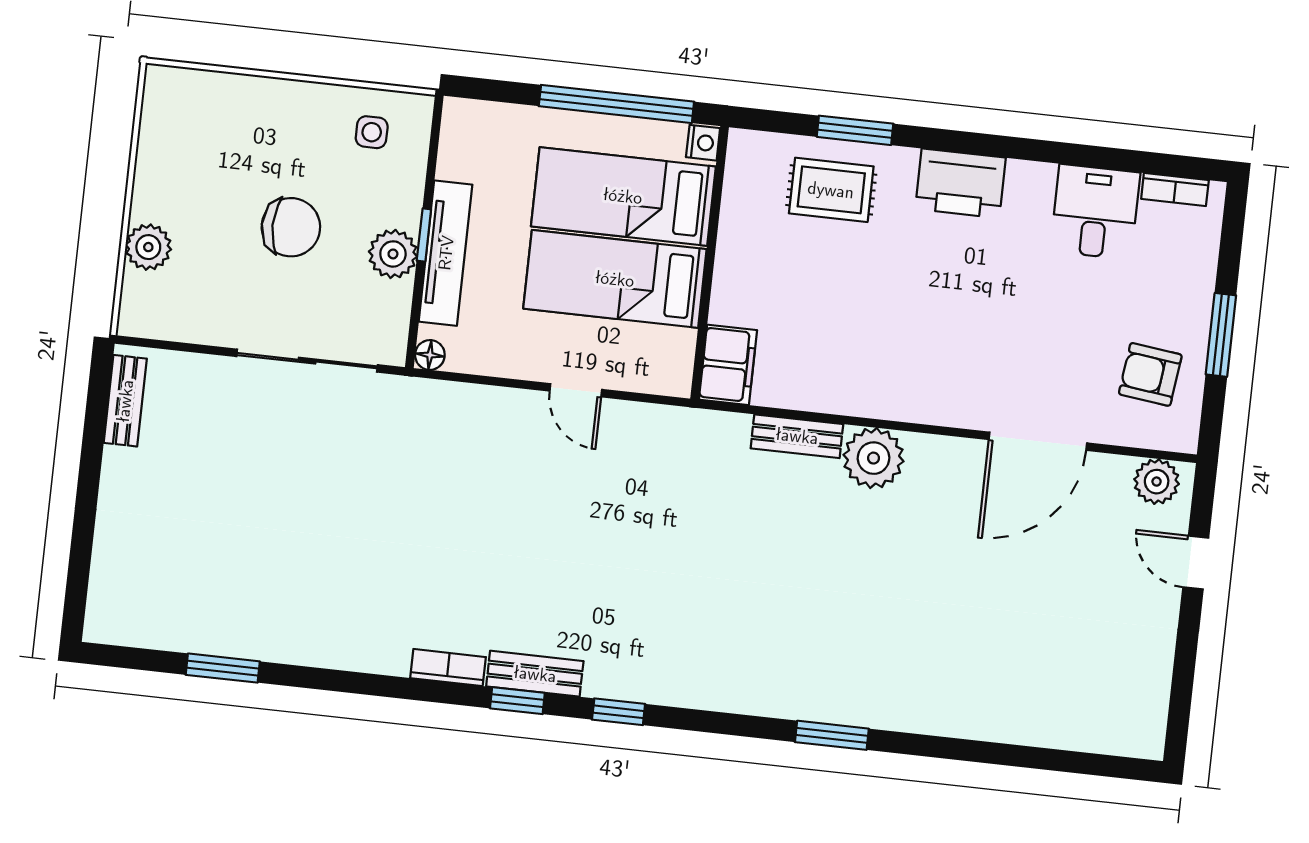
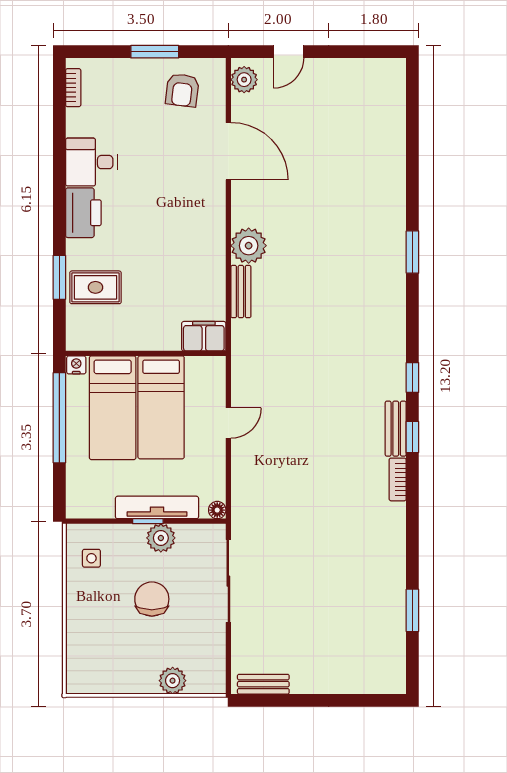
rug: (831, 190) -> (95, 287), turned 90
desk: (1095, 212) -> (91, 162), moved

